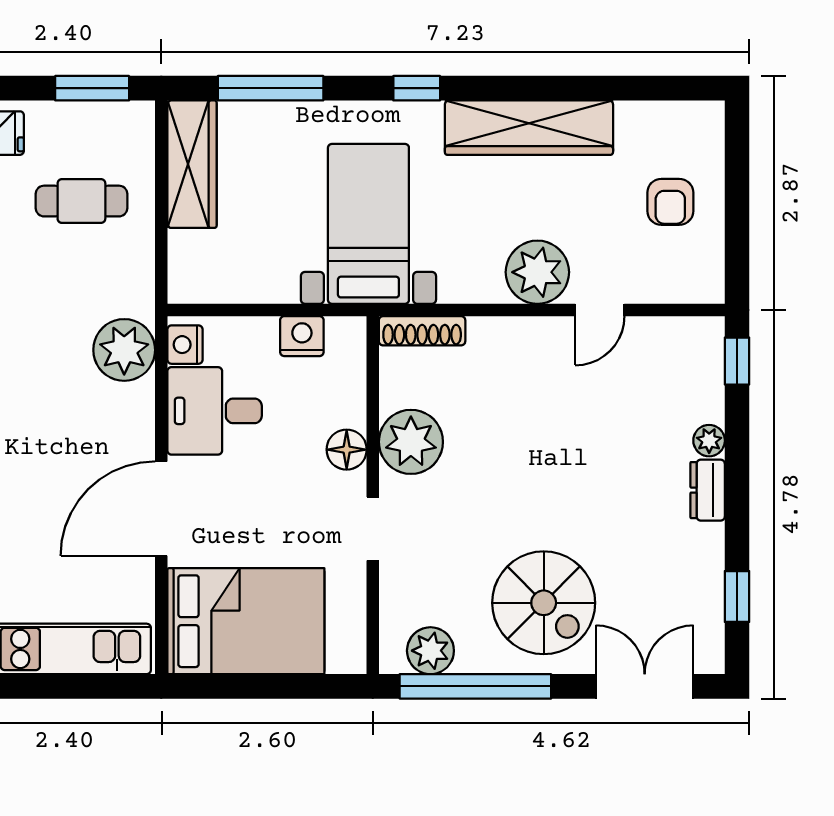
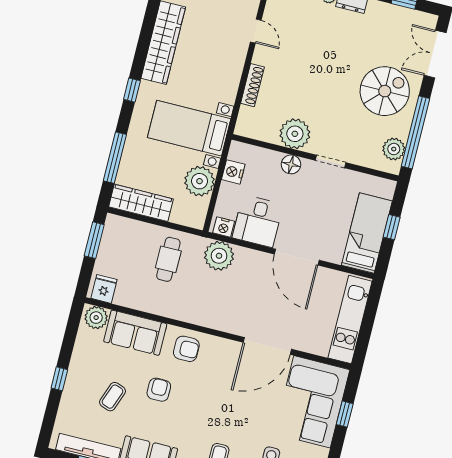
cafe table: (81, 201) -> (168, 259), moved
plant: (537, 272) -> (200, 181), moved
shoe rack: (422, 331) -> (252, 85), moved
bed: (246, 621) -> (367, 233), width x0.67
window: (270, 686) -> (392, 227), added

